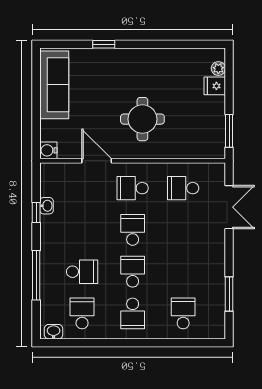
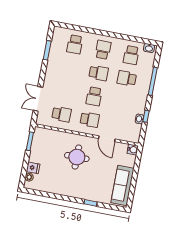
school desk: (133, 272) -> (99, 73), turned -90

